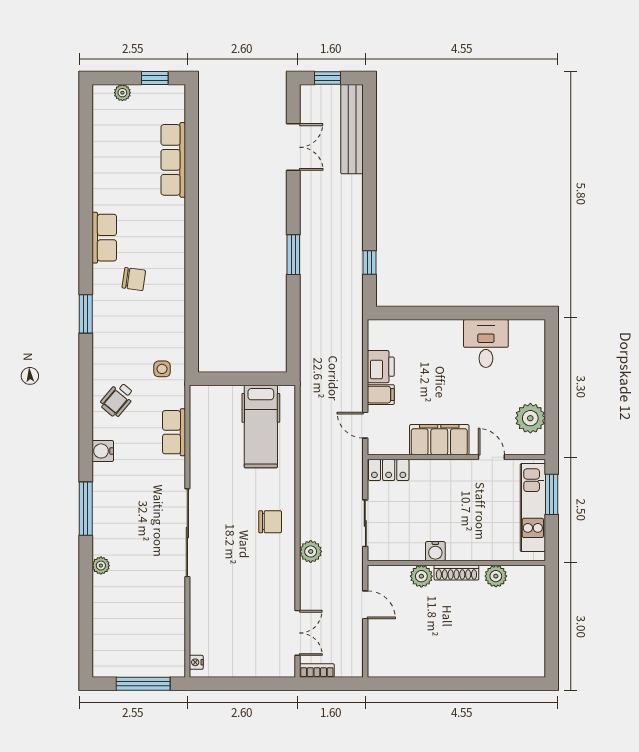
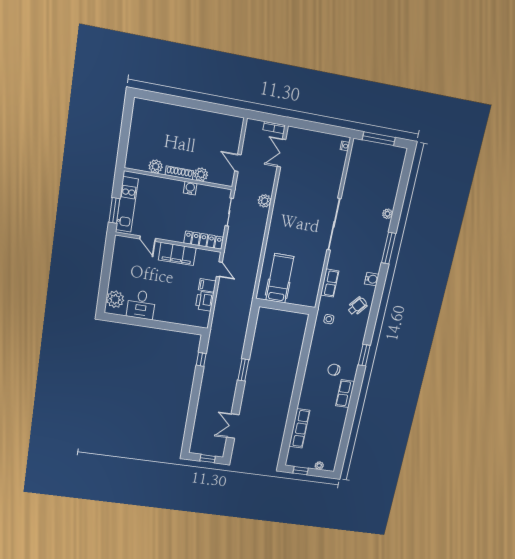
bench: (352, 129) -> (199, 431), removed
plant: (530, 418) -> (115, 299), moved
locker: (389, 470) -> (203, 240), width x1.53
chair: (270, 522) -> (285, 223), removed

